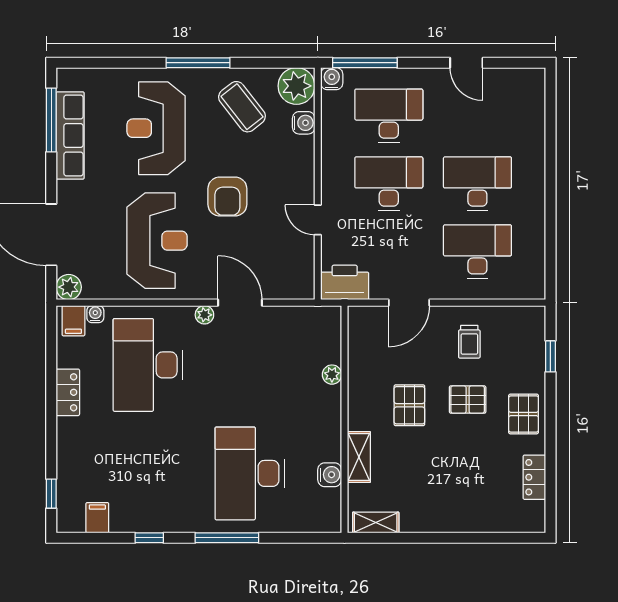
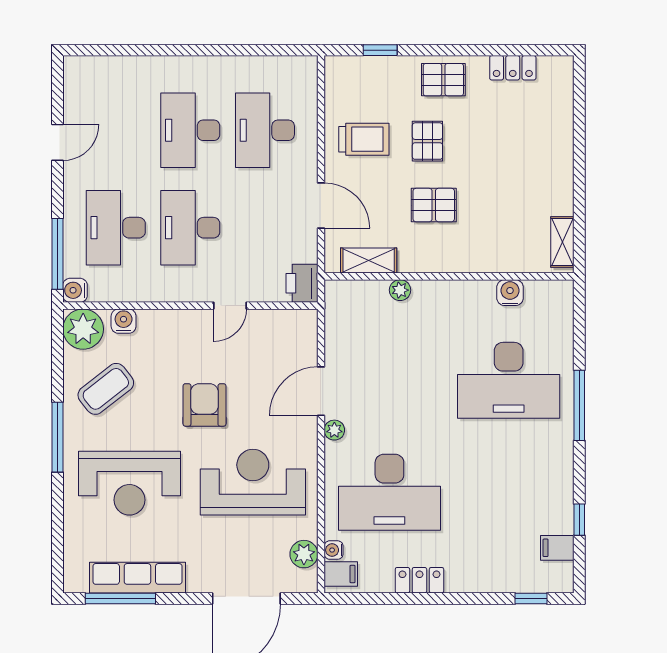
armchair: (227, 197) -> (204, 405), turned -90
printer: (345, 282) -> (302, 283), width x0.73, depth x0.84
plant: (69, 287) -> (304, 554), moved
trolley: (469, 342) -> (364, 139), width x1.36, depth x1.39
shelving: (359, 457) -> (369, 261), moved
window: (149, 538) -> (579, 520), moved

